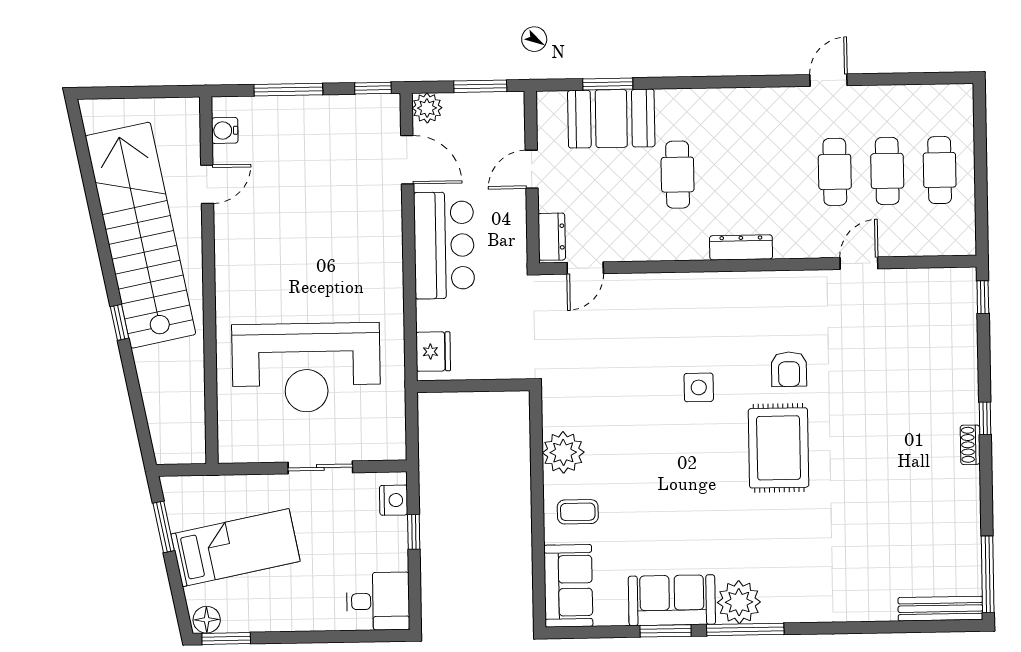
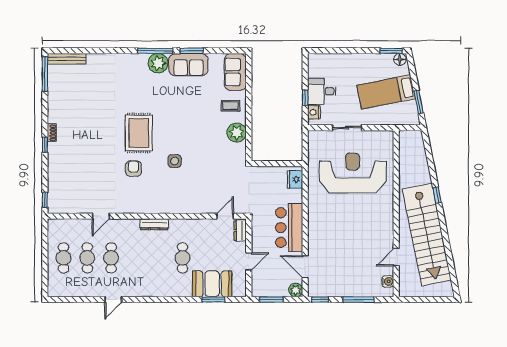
desk: (378, 601) -> (322, 91), moved

